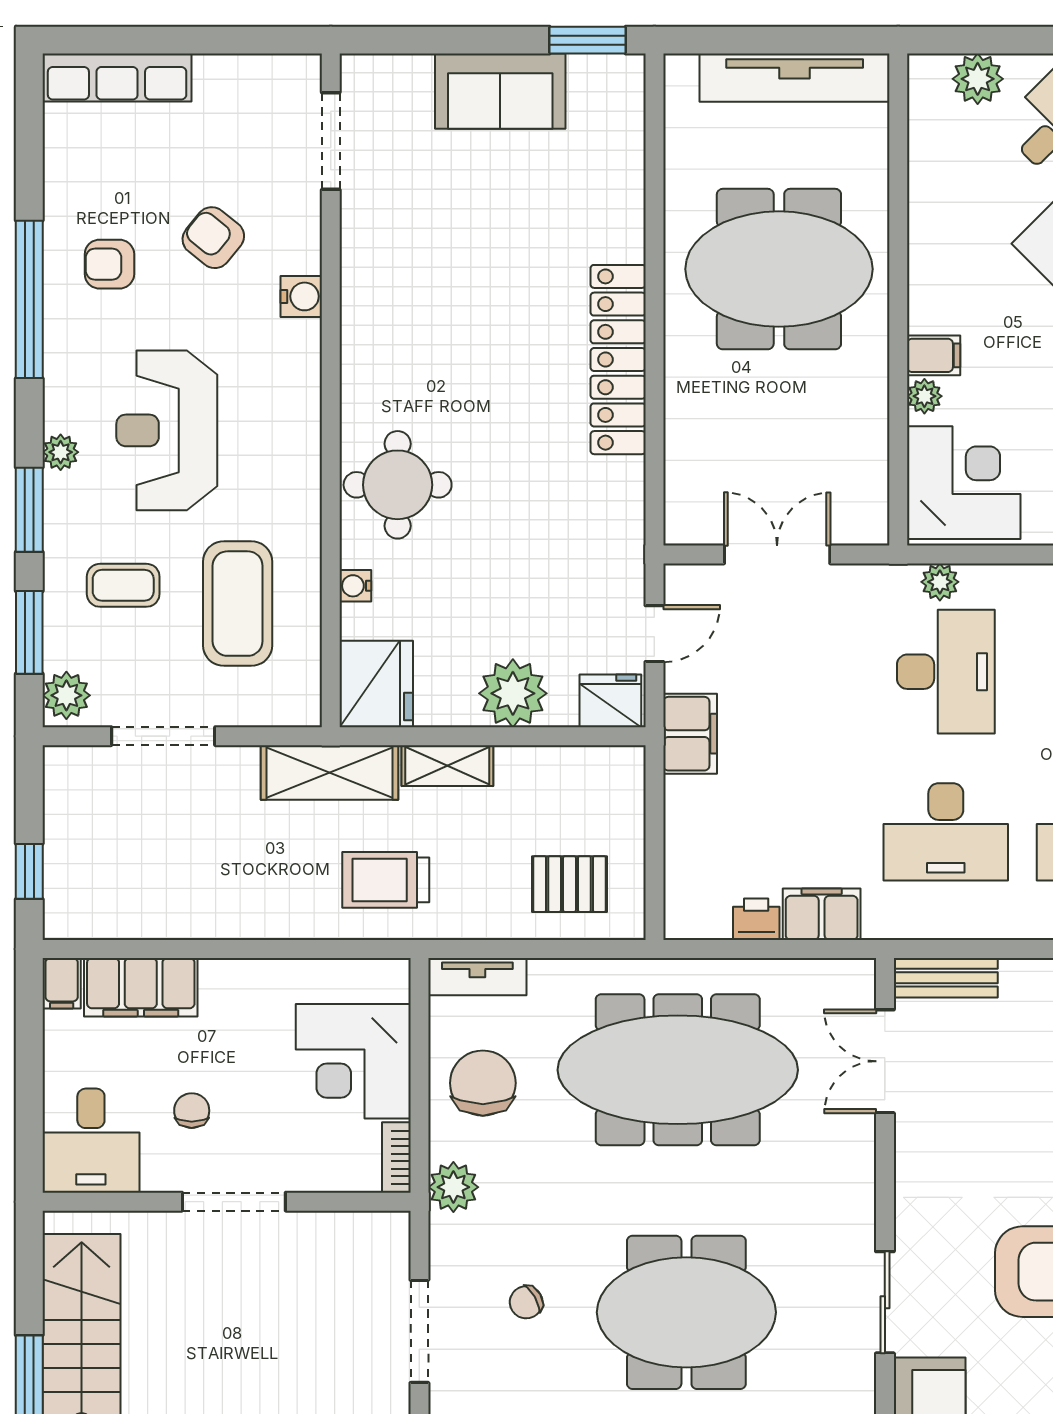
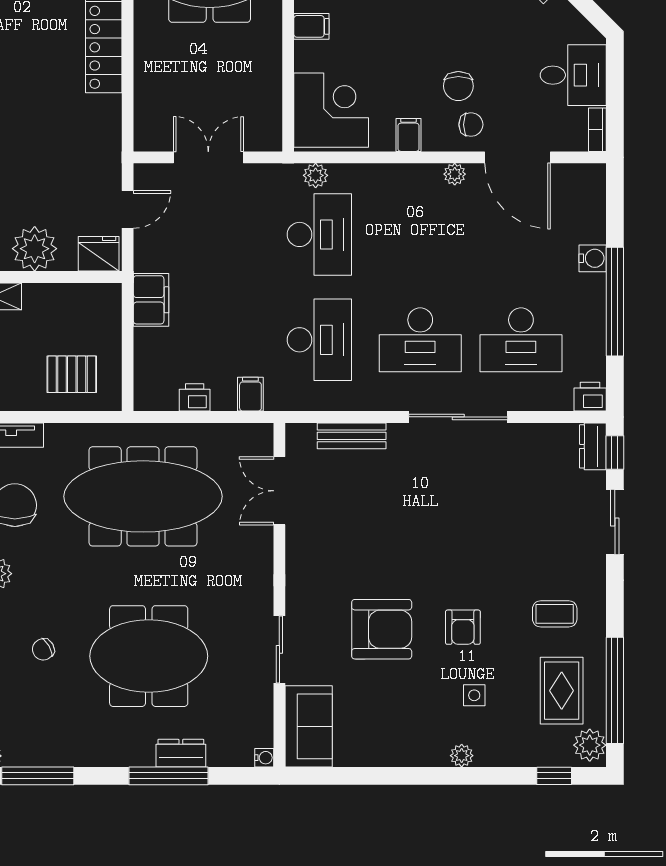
plant: (924, 396) -> (305, 53), removed
filing cabinet: (690, 734) -> (151, 300), moved
desk: (946, 832) -> (319, 340), turned -90
filing cabinet: (822, 914) -> (250, 394), width x0.50
bench: (946, 978) -> (352, 436), moved

